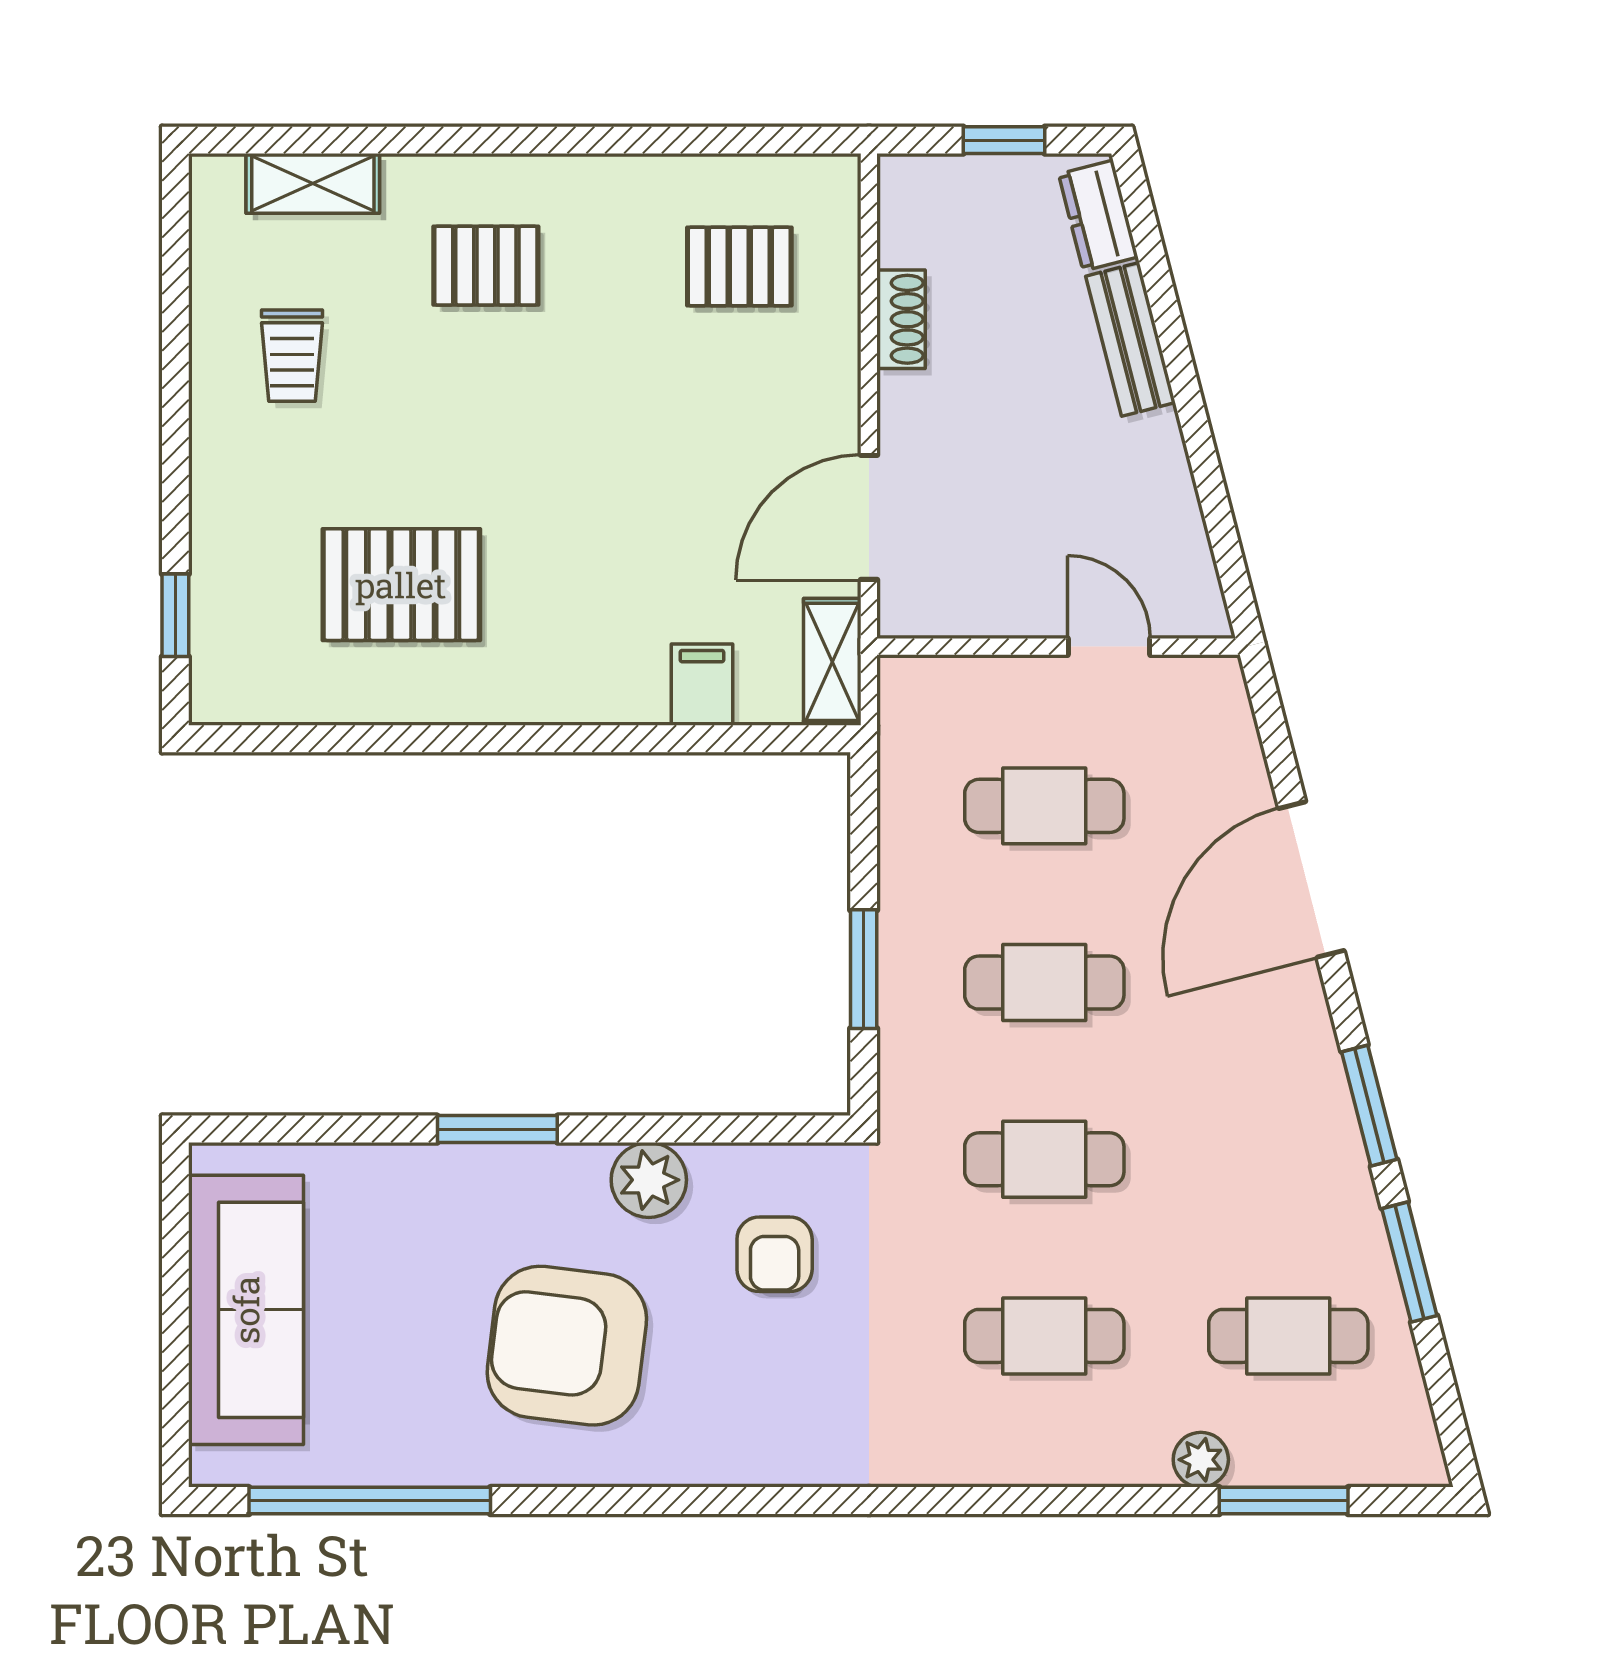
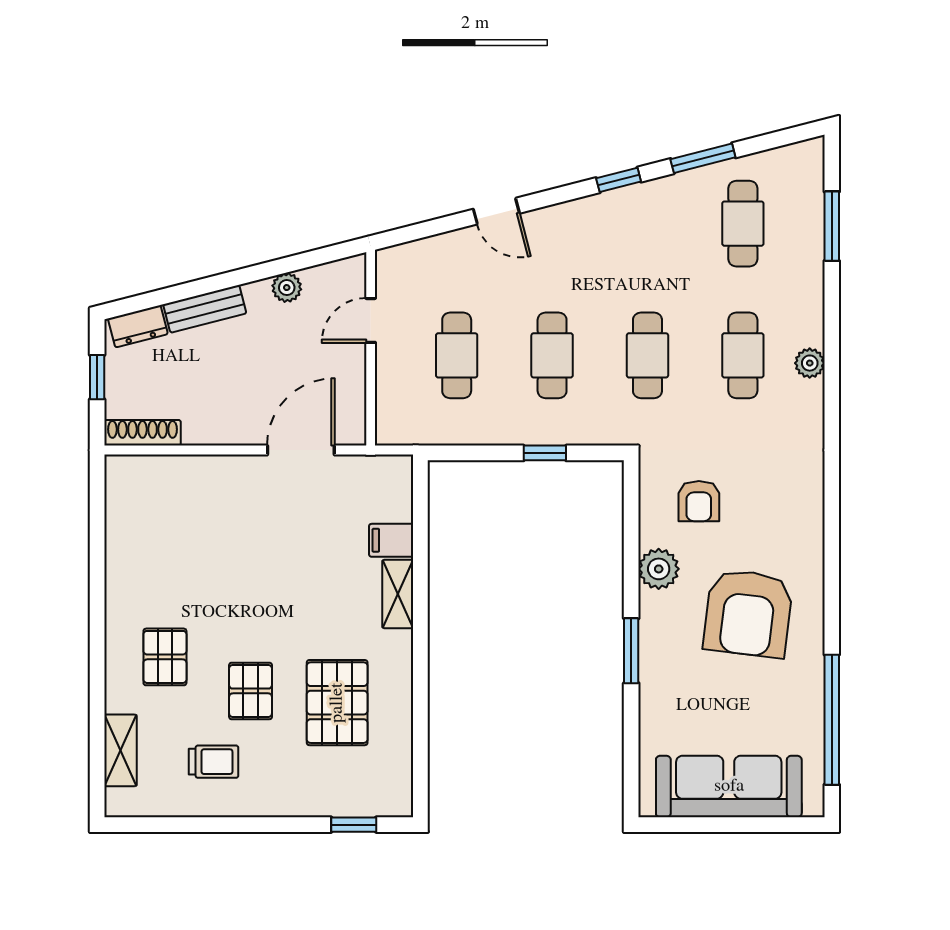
pallet: (739, 267) -> (251, 691), moved
shoe rack: (901, 319) -> (142, 433), moved, width x1.43
plant: (1170, 491) -> (287, 288), added
door: (869, 517) -> (301, 450), swing flipped
shelving: (832, 662) -> (398, 594), moved, turned 90
door: (1311, 879) -> (496, 211), width x0.53
window: (864, 969) -> (545, 453), width x0.67
window: (1369, 1106) -> (619, 180), width x0.67
armchair: (775, 1254) -> (699, 501), turned 90
plant: (1201, 1460) -> (810, 363), moved

